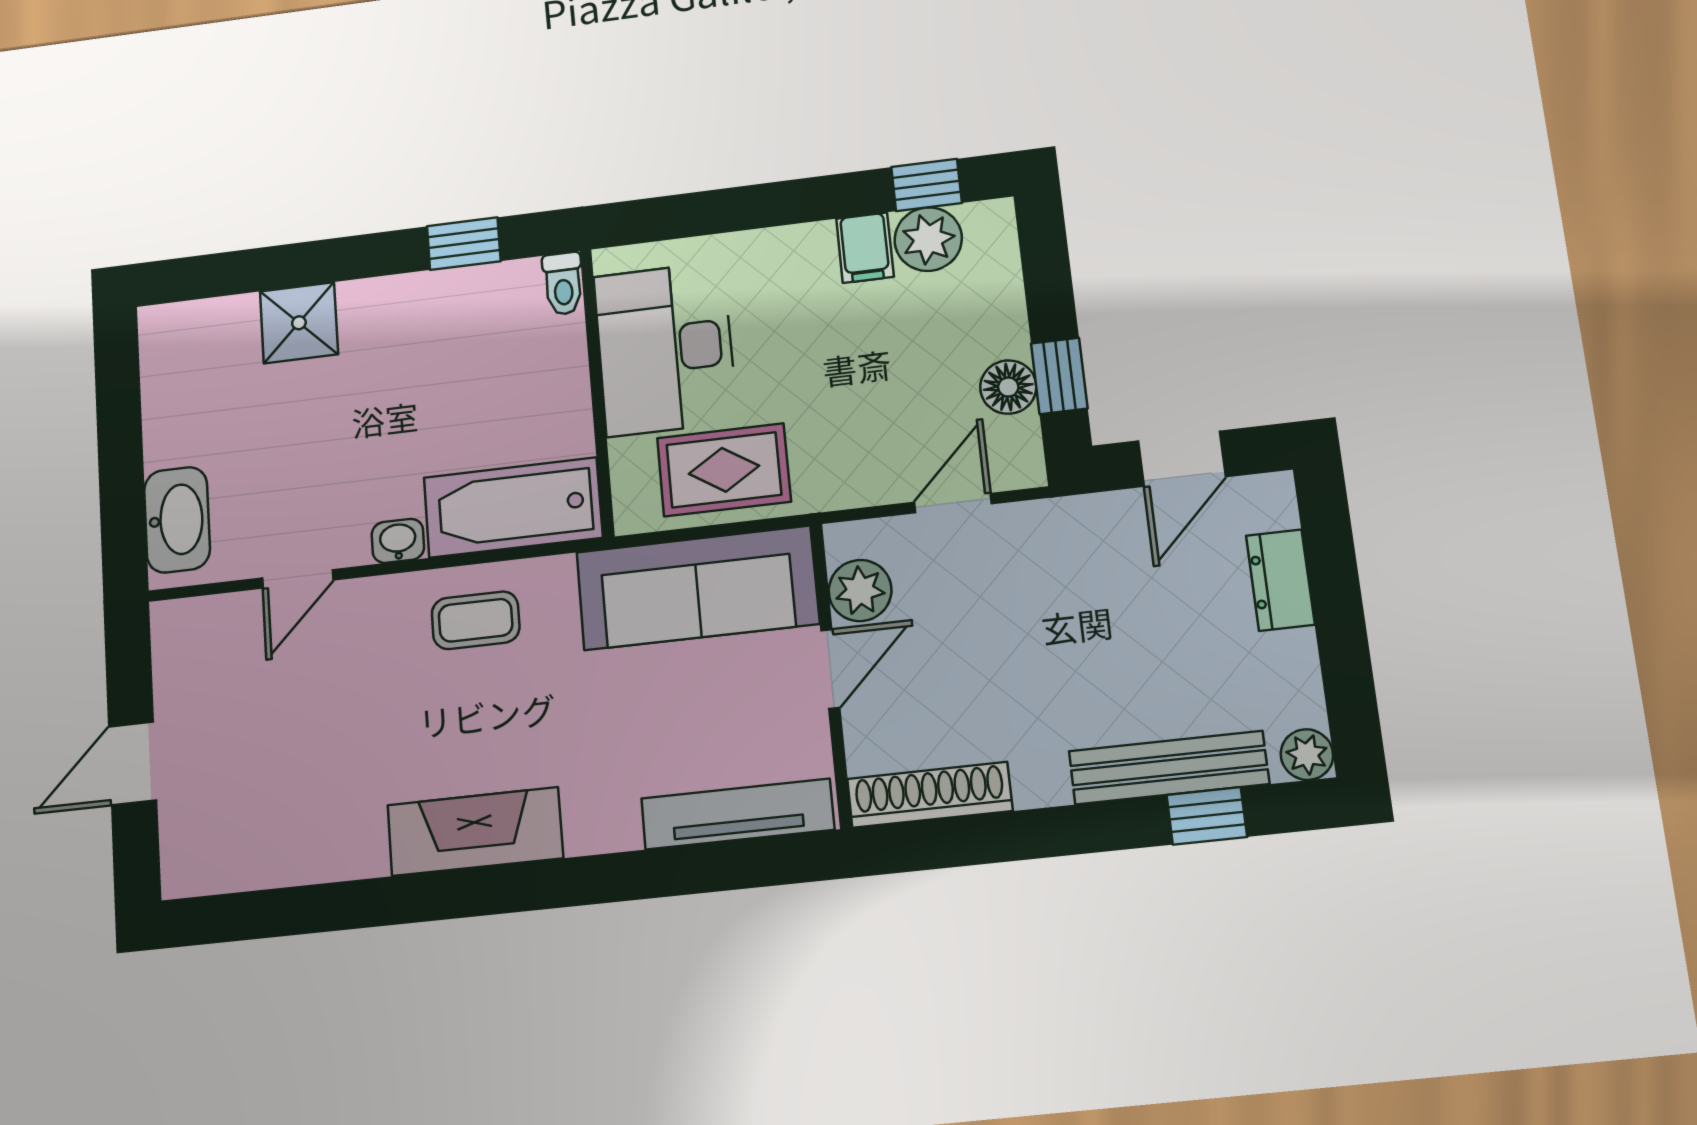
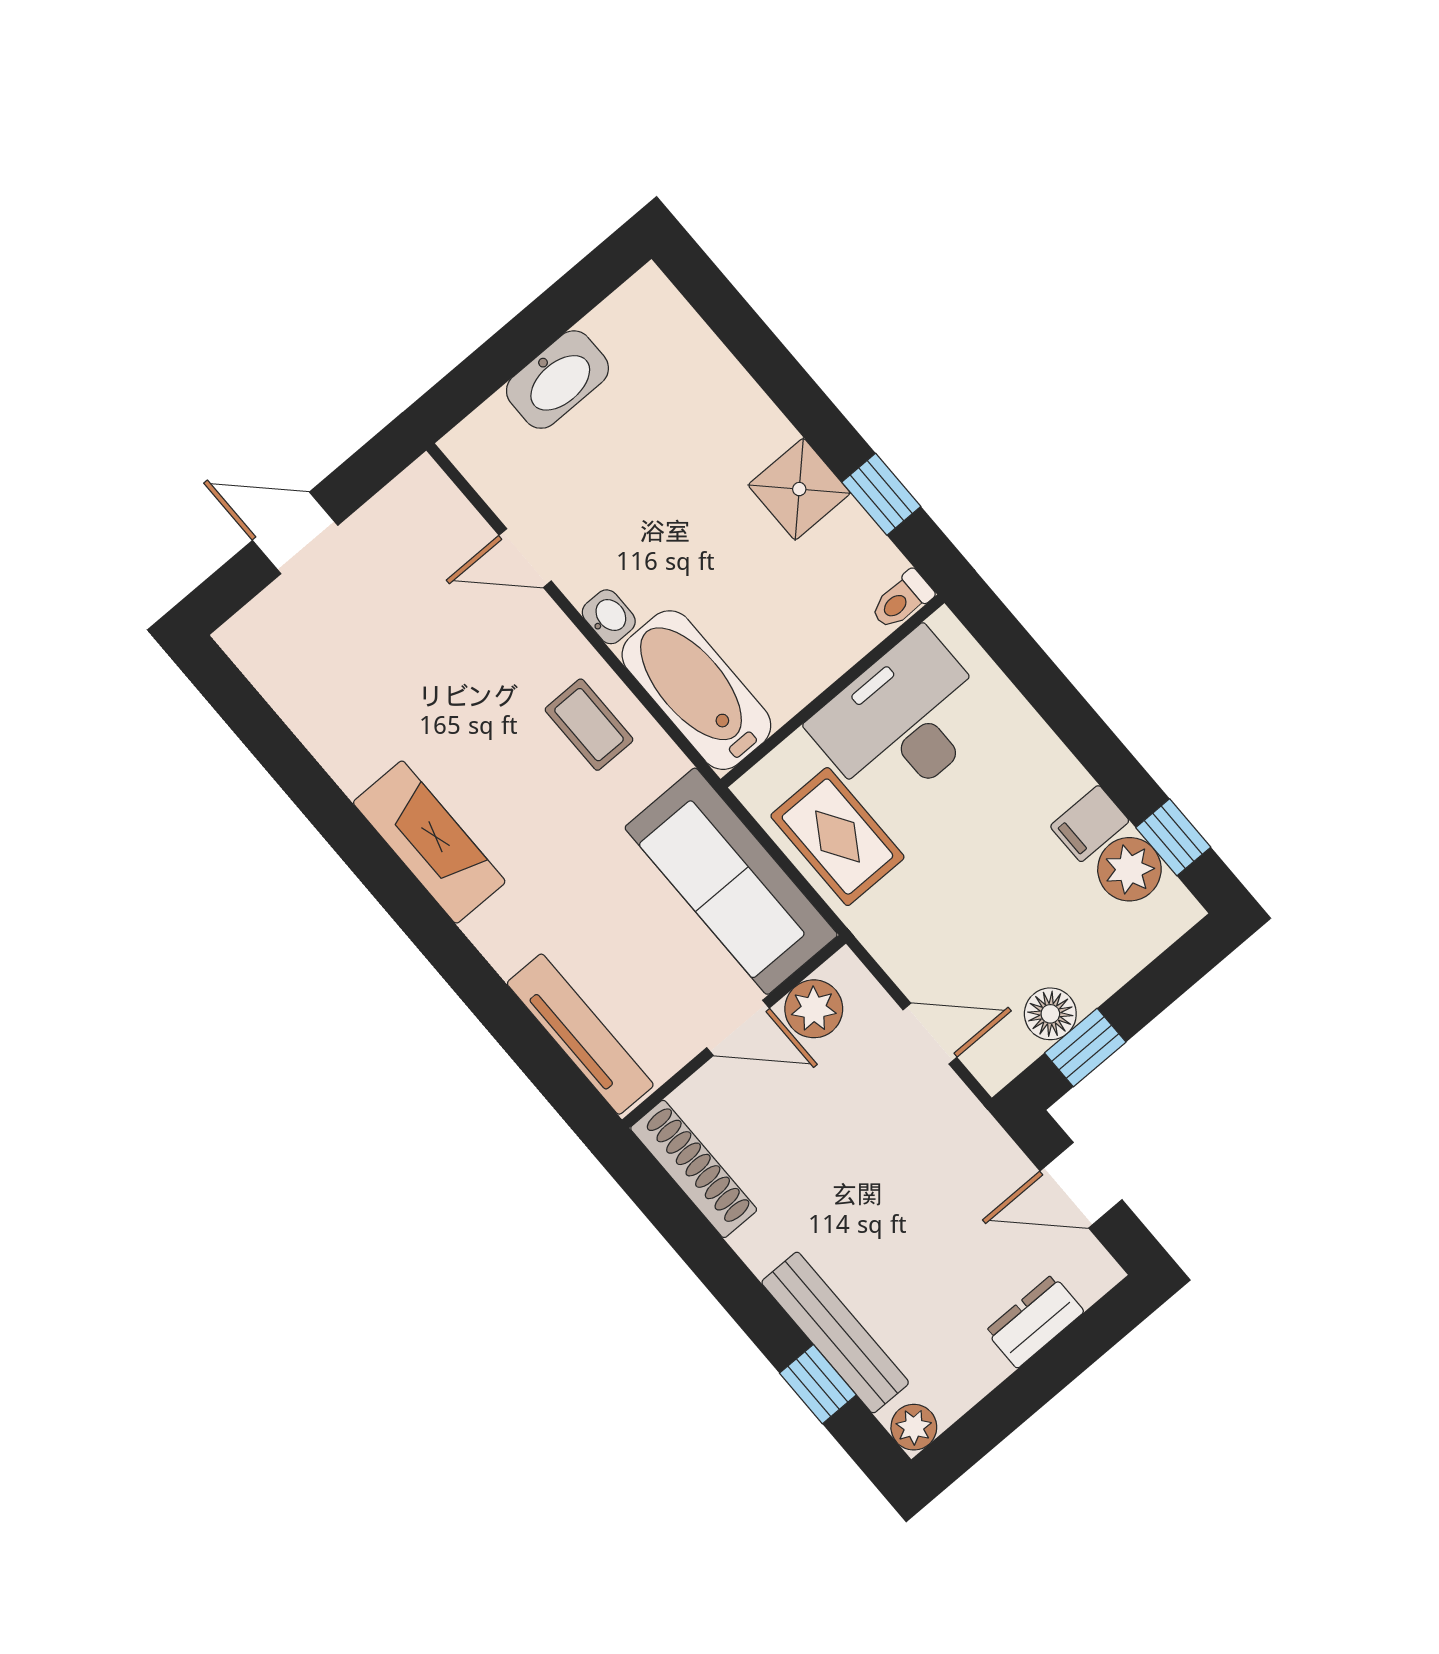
shower: (299, 323) -> (799, 489), moved
washbasin: (177, 520) -> (557, 380), moved

